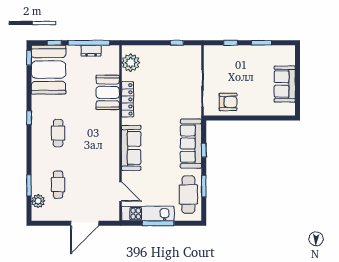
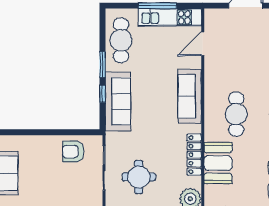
round table: (174, 81) -> (139, 177), added
cafe table: (93, 133) -> (236, 114), added
window: (204, 186) -> (103, 64), moved
door: (120, 192) -> (203, 44), hinge flipped

